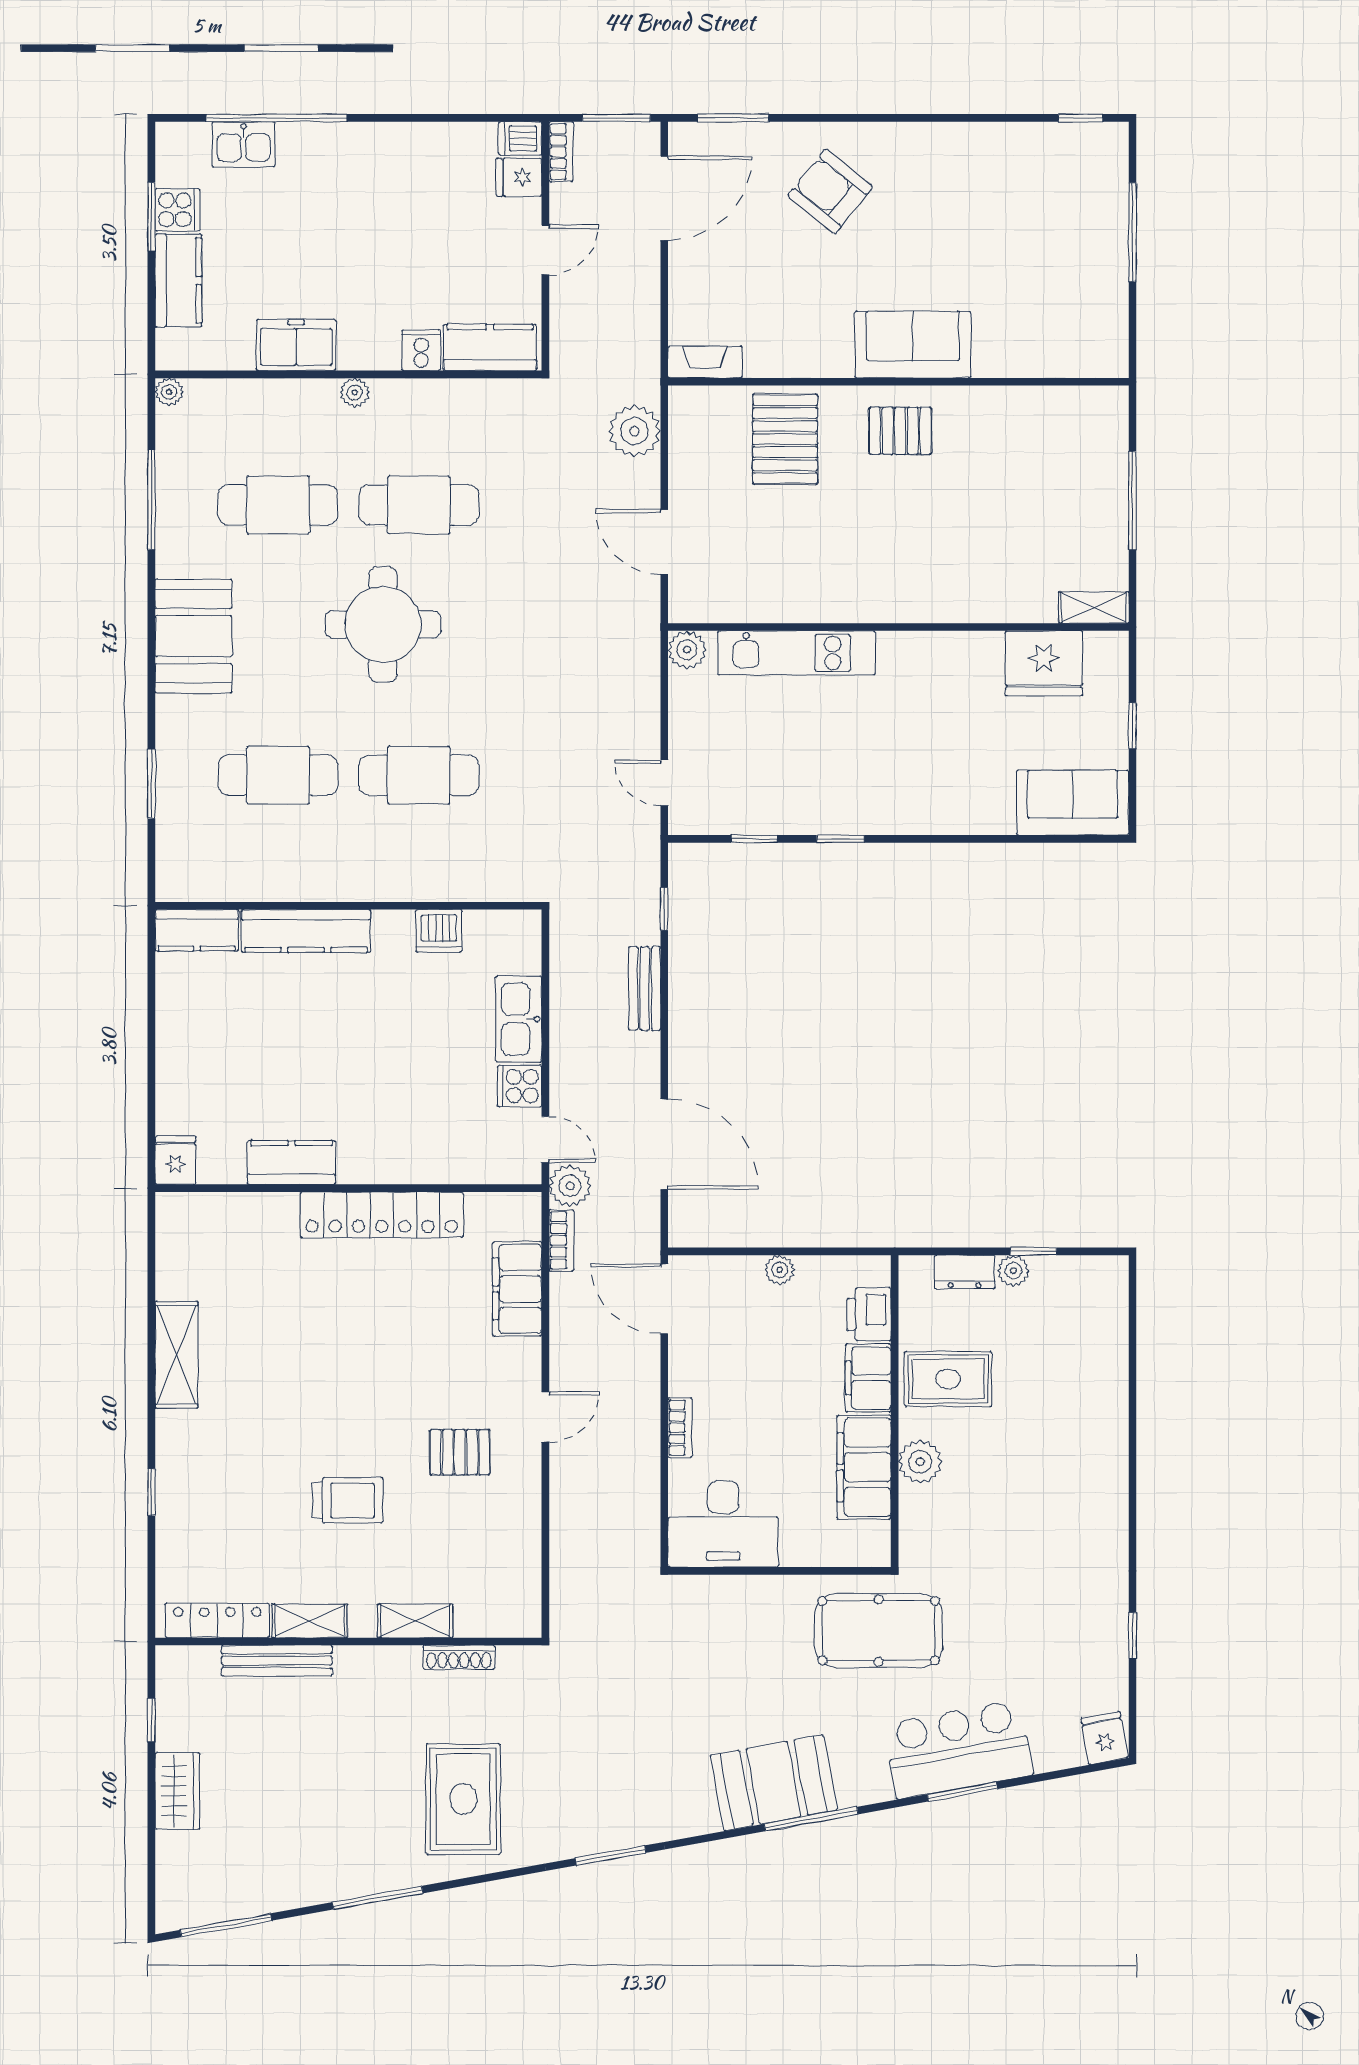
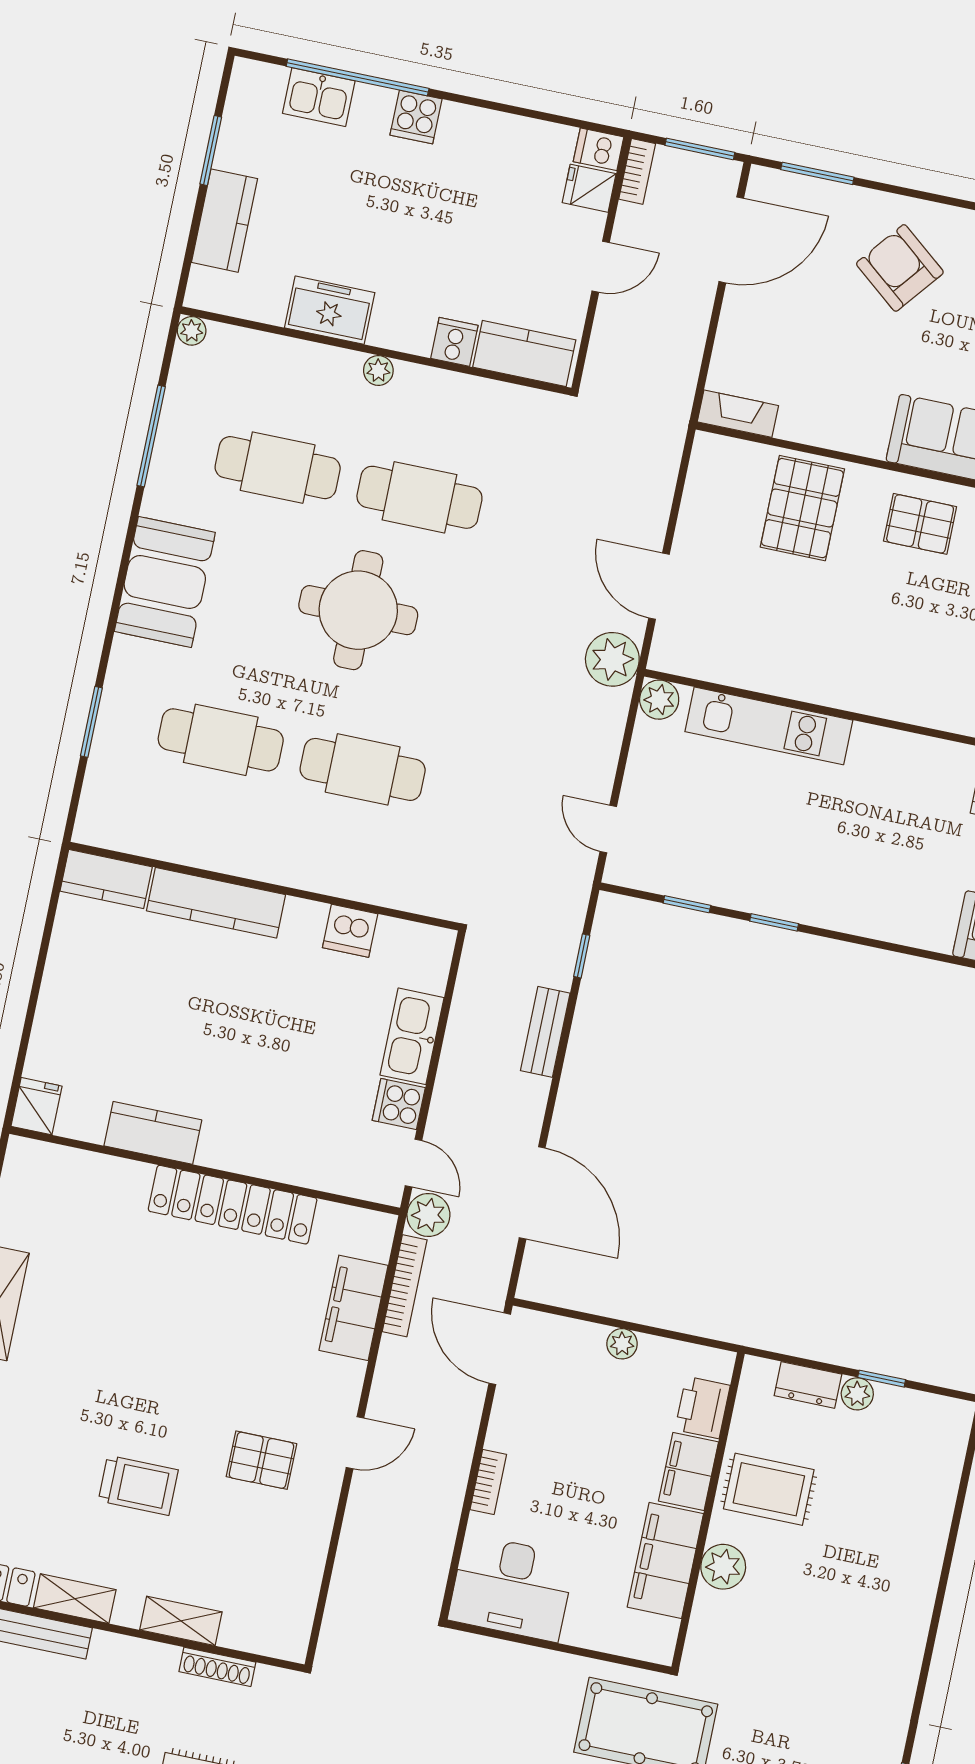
cooker: (178, 210) -> (416, 117), moved, turned 90
plant: (634, 431) -> (612, 659), moved
bookcase: (561, 1240) -> (405, 1286), width x1.56

